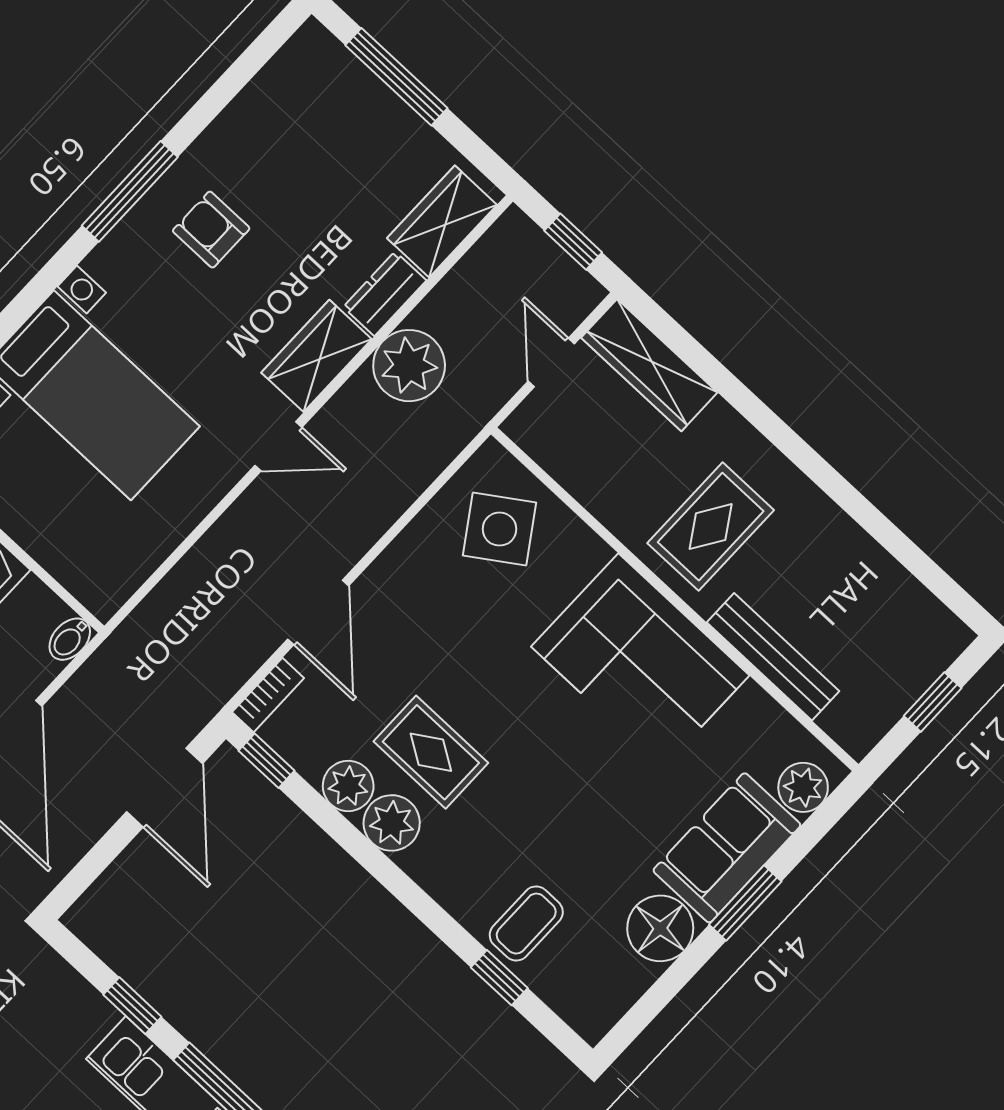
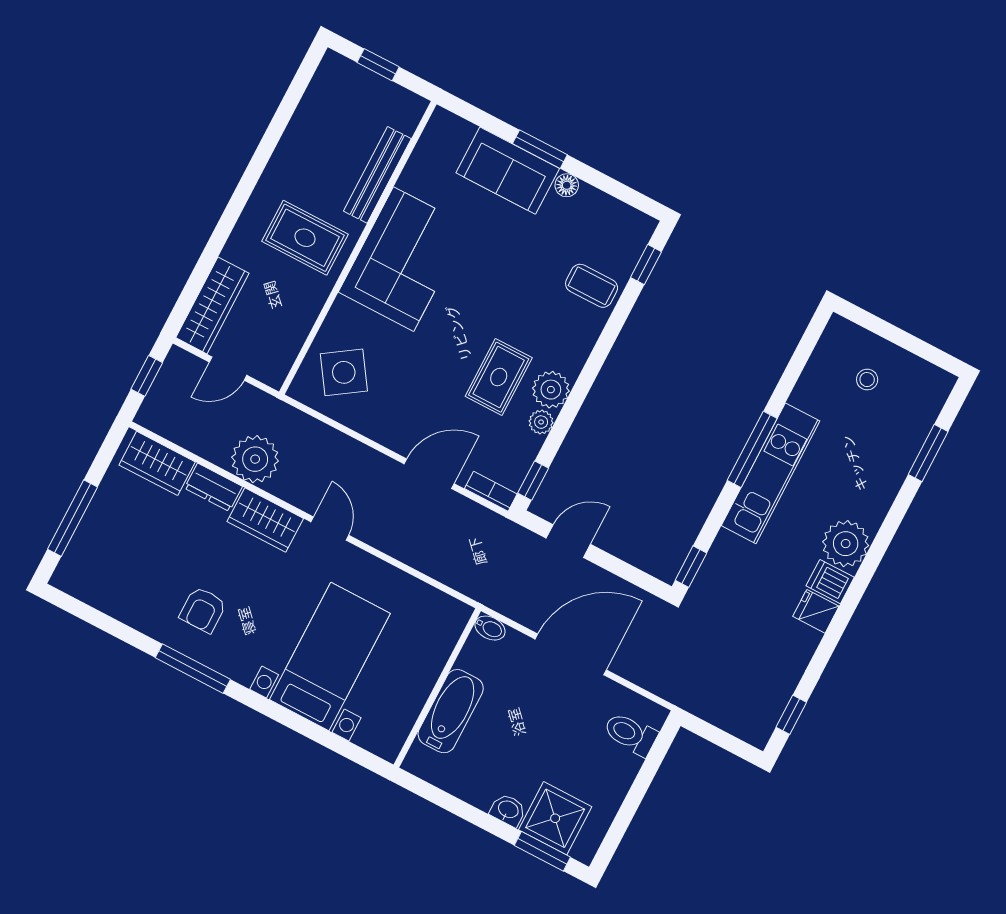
plant: (348, 786) -> (541, 422), width x0.73, depth x0.73
plant: (803, 787) -> (456, 133), removed
door: (165, 788) -> (568, 541), width x0.73
floor lamp: (660, 928) -> (567, 185), width x0.53, depth x0.53
window: (499, 978) -> (646, 265), moved
window: (132, 1006) -> (691, 567), moved

